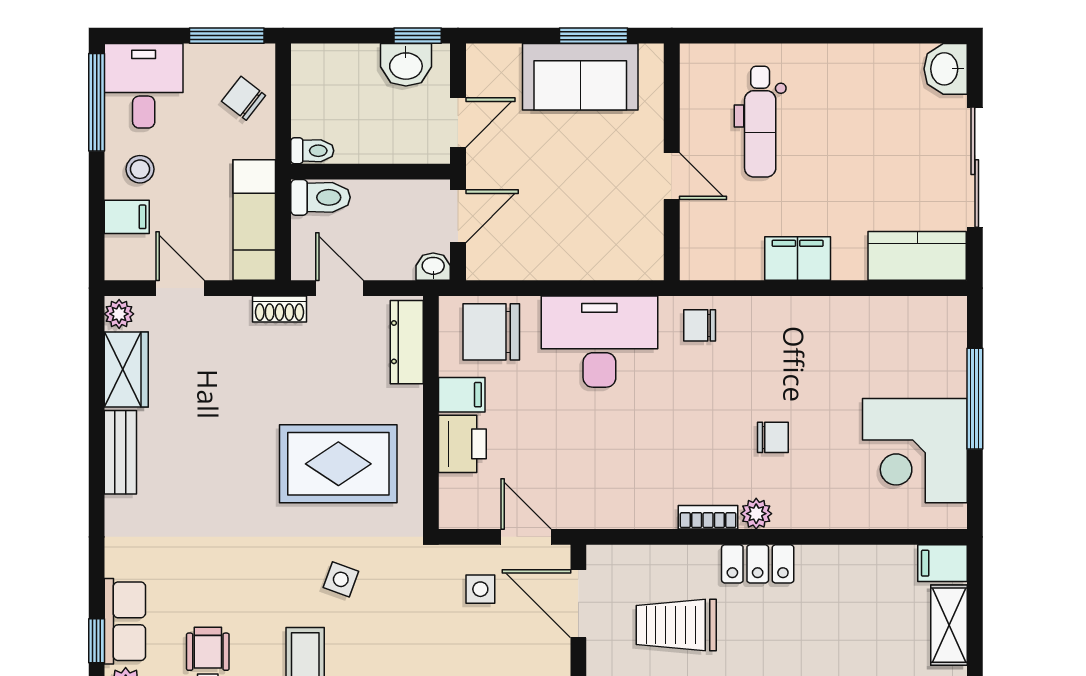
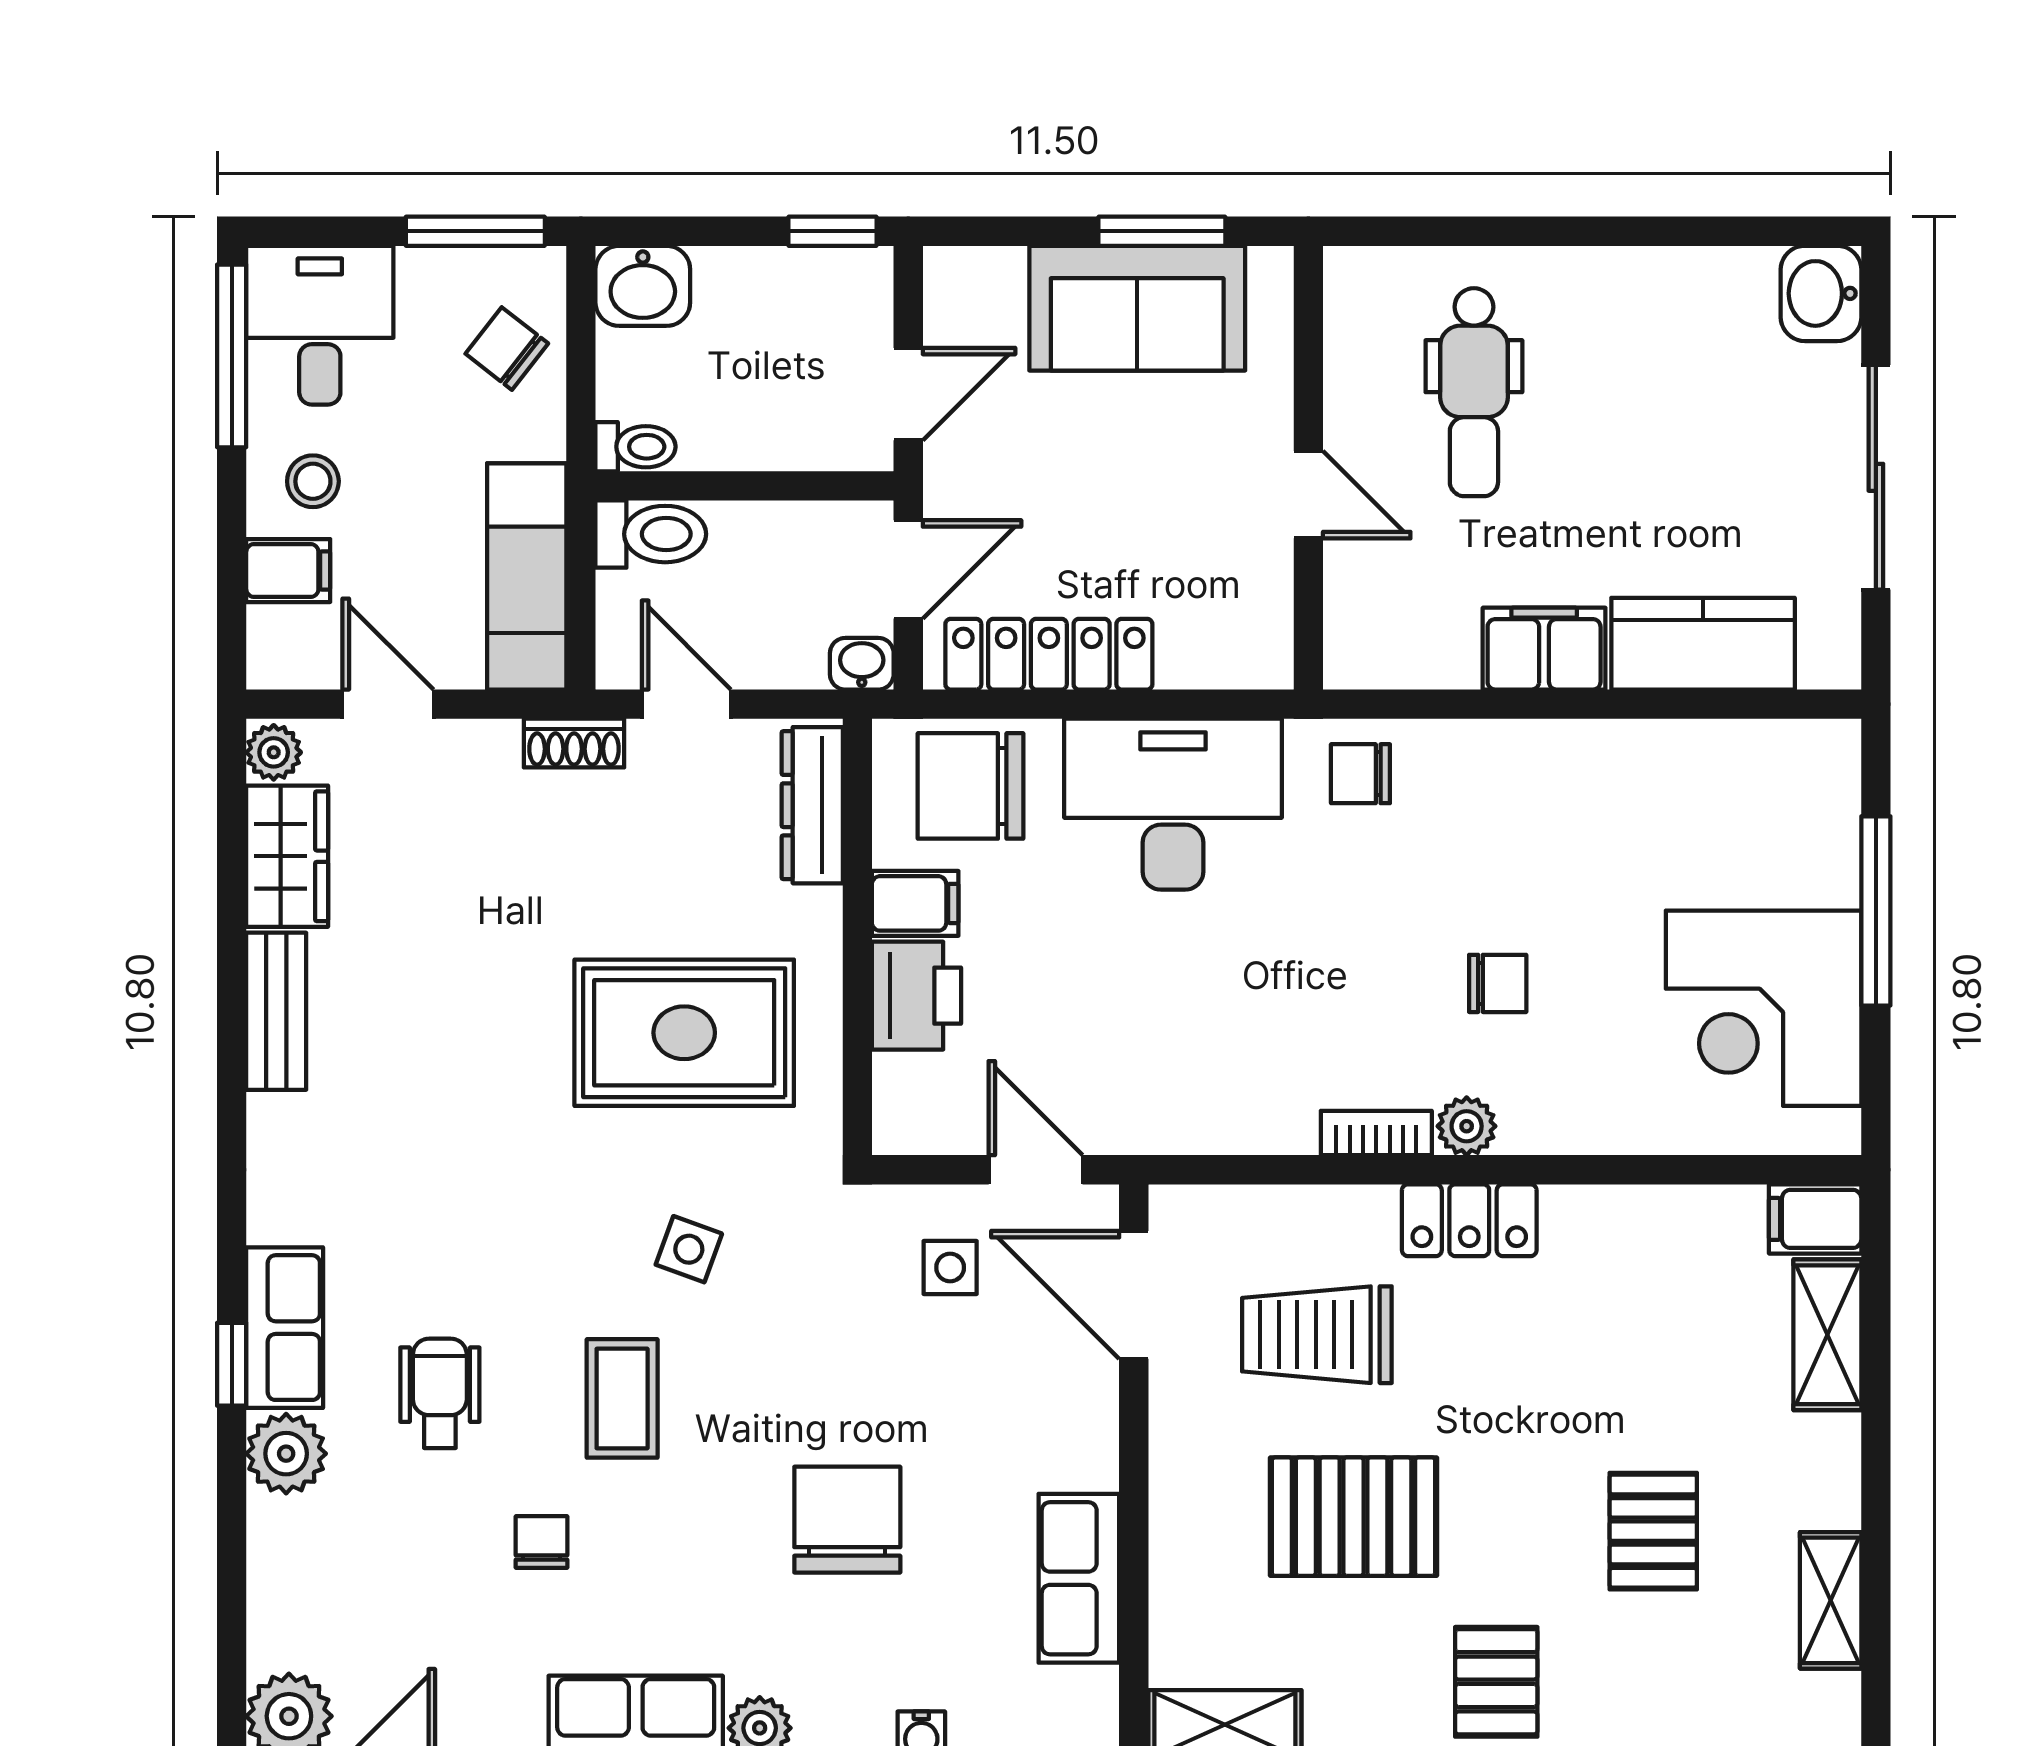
washbasin: (406, 65) -> (643, 286), moved
kitchen counter: (917, 256) -> (1703, 644), moved
locker: (533, 262) -> (1049, 654), added

